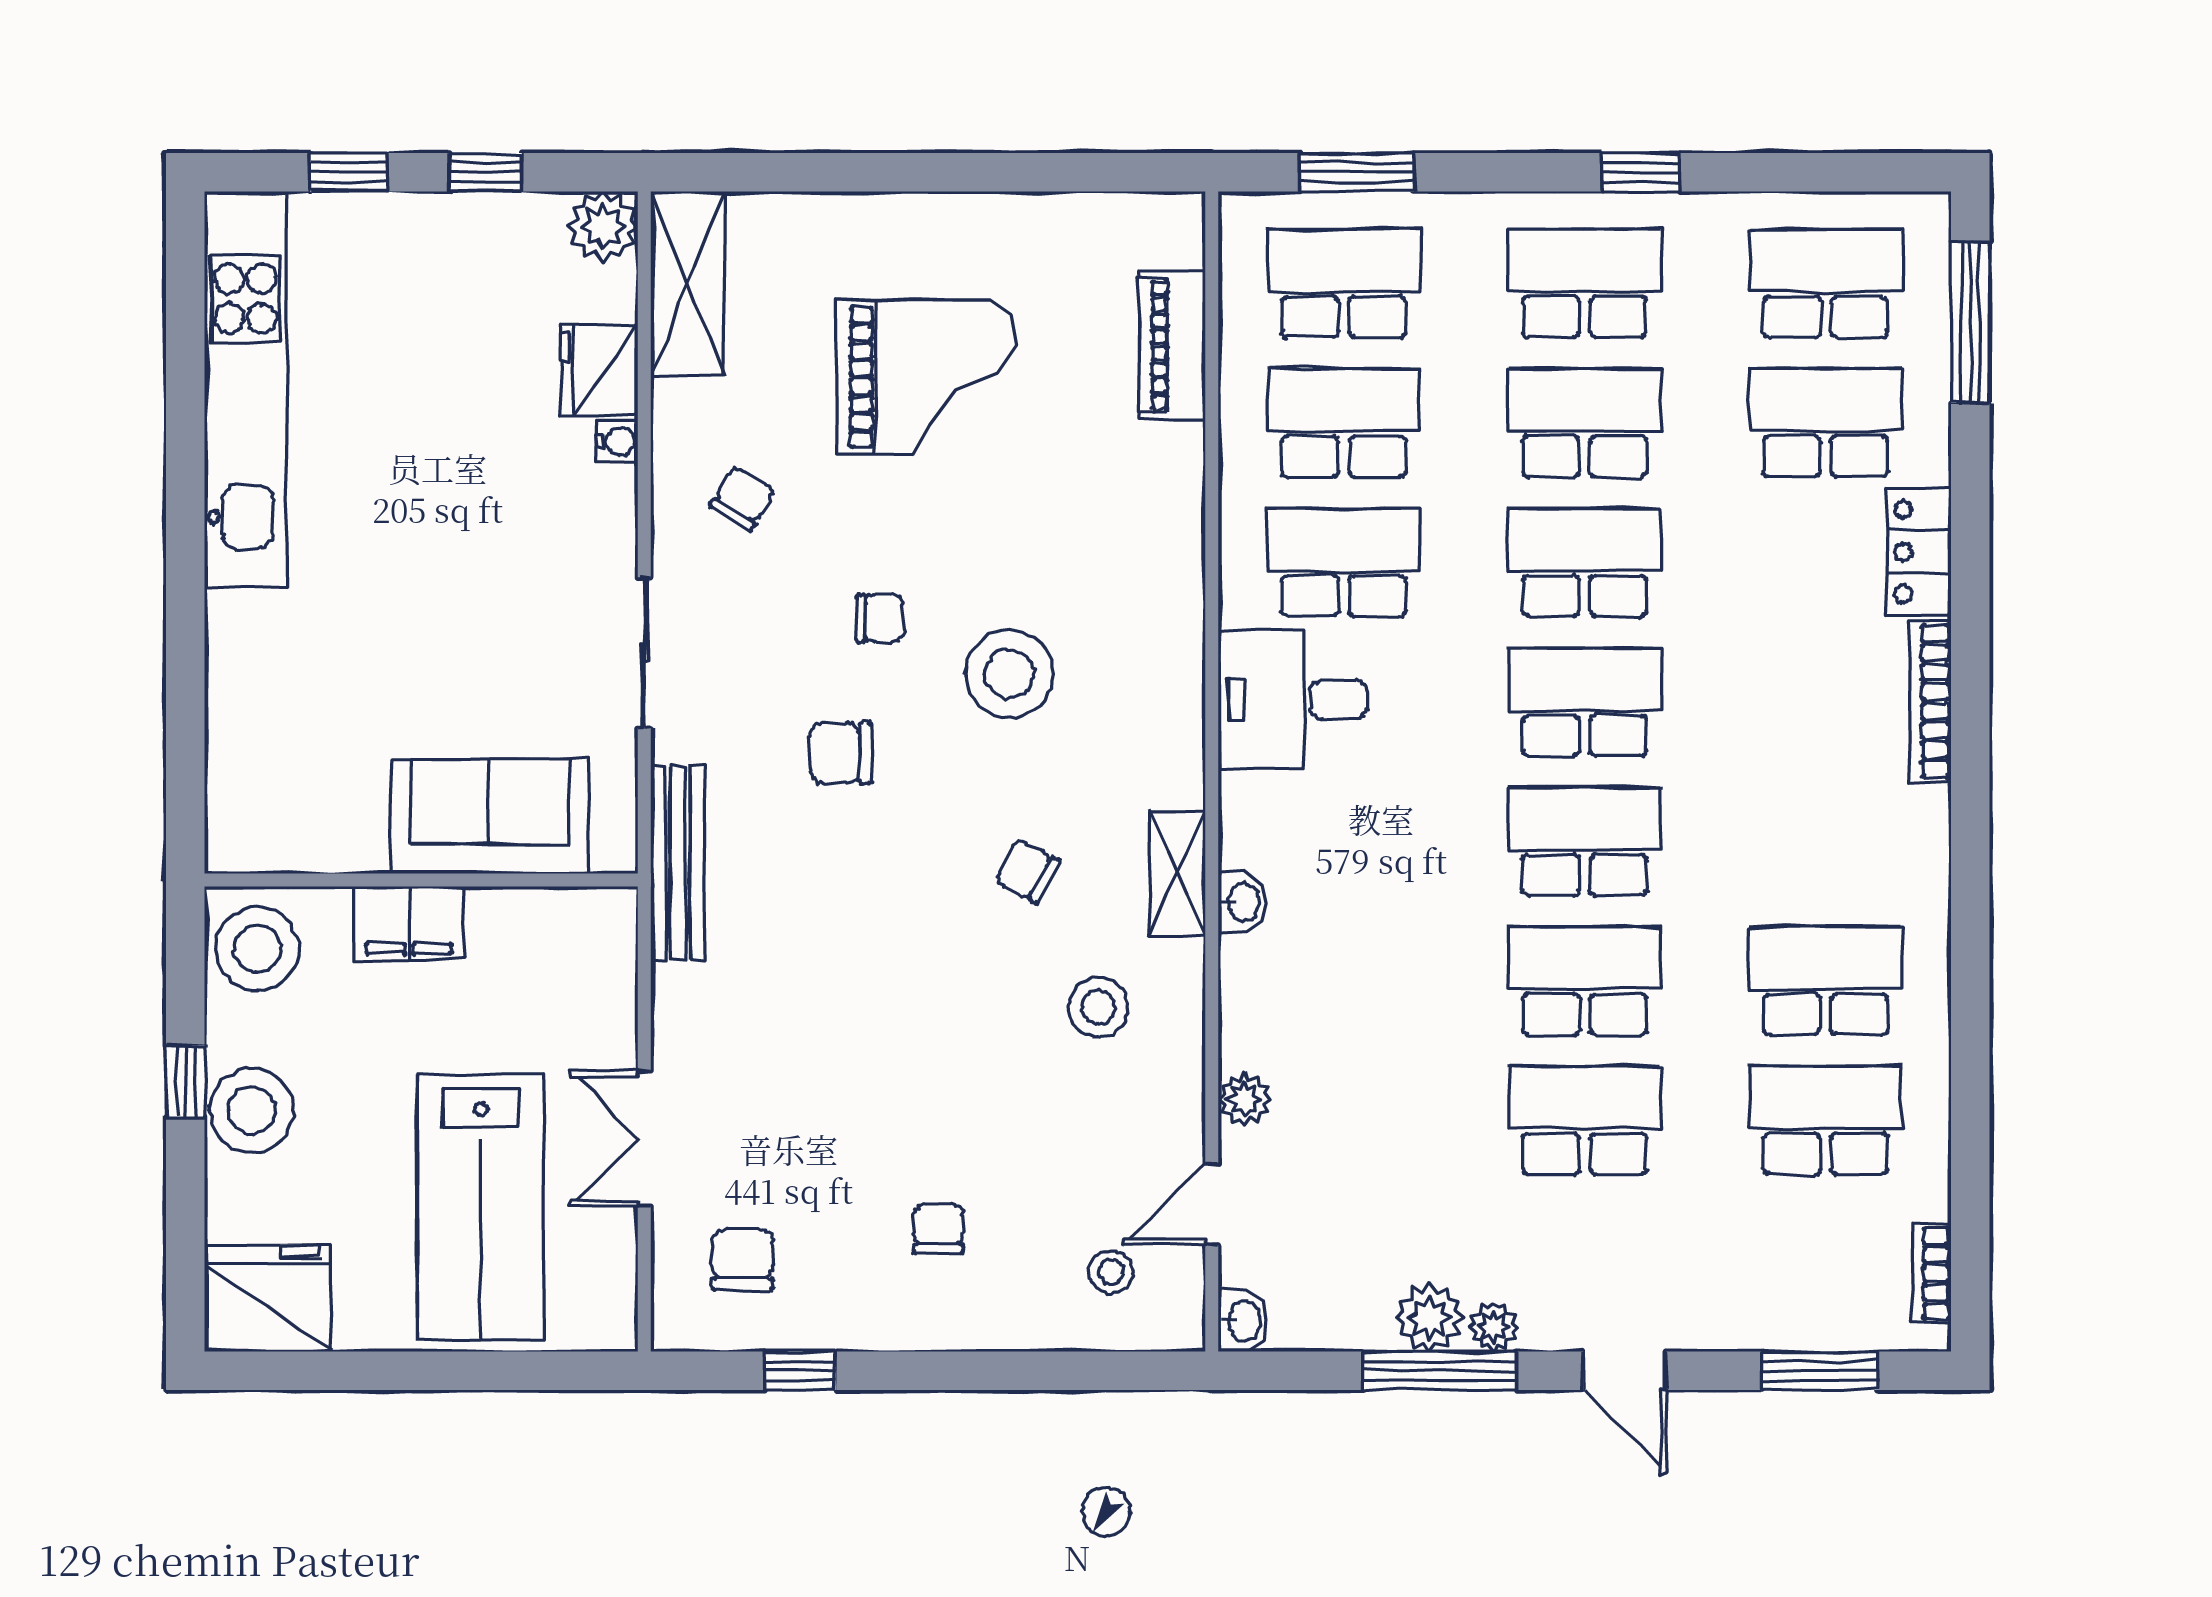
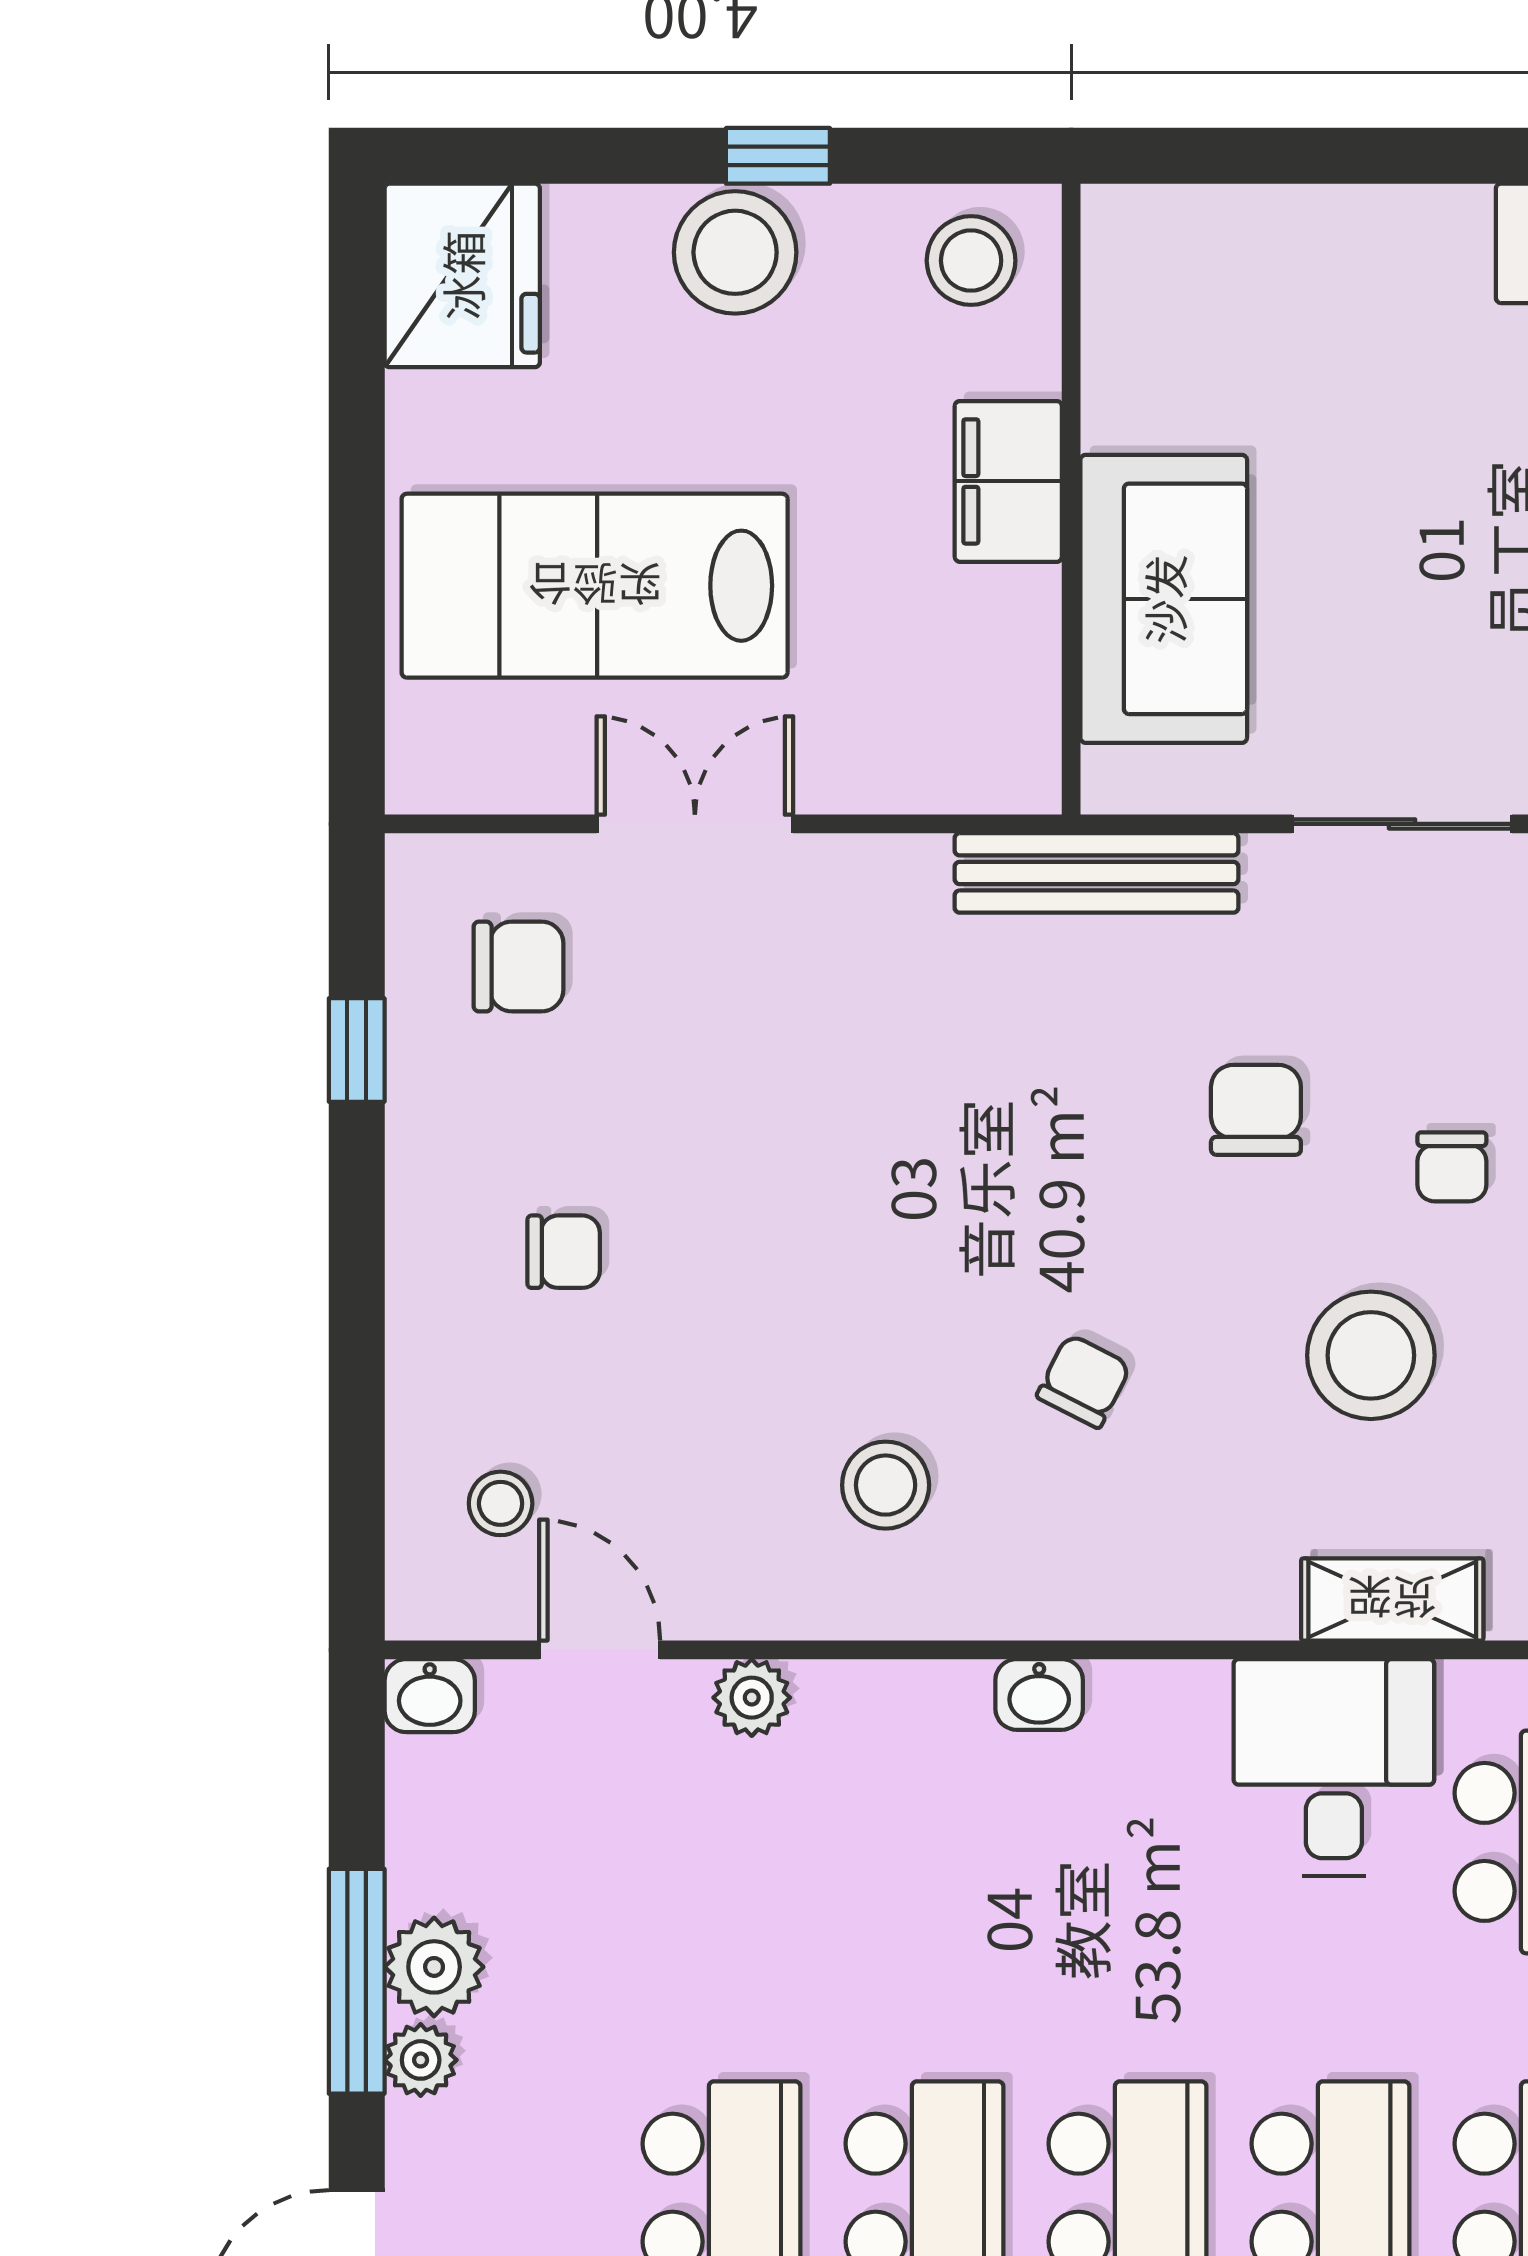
shelving: (1177, 874) -> (1392, 1599), moved
stool: (257, 949) -> (971, 261), width x0.73, depth x0.73

